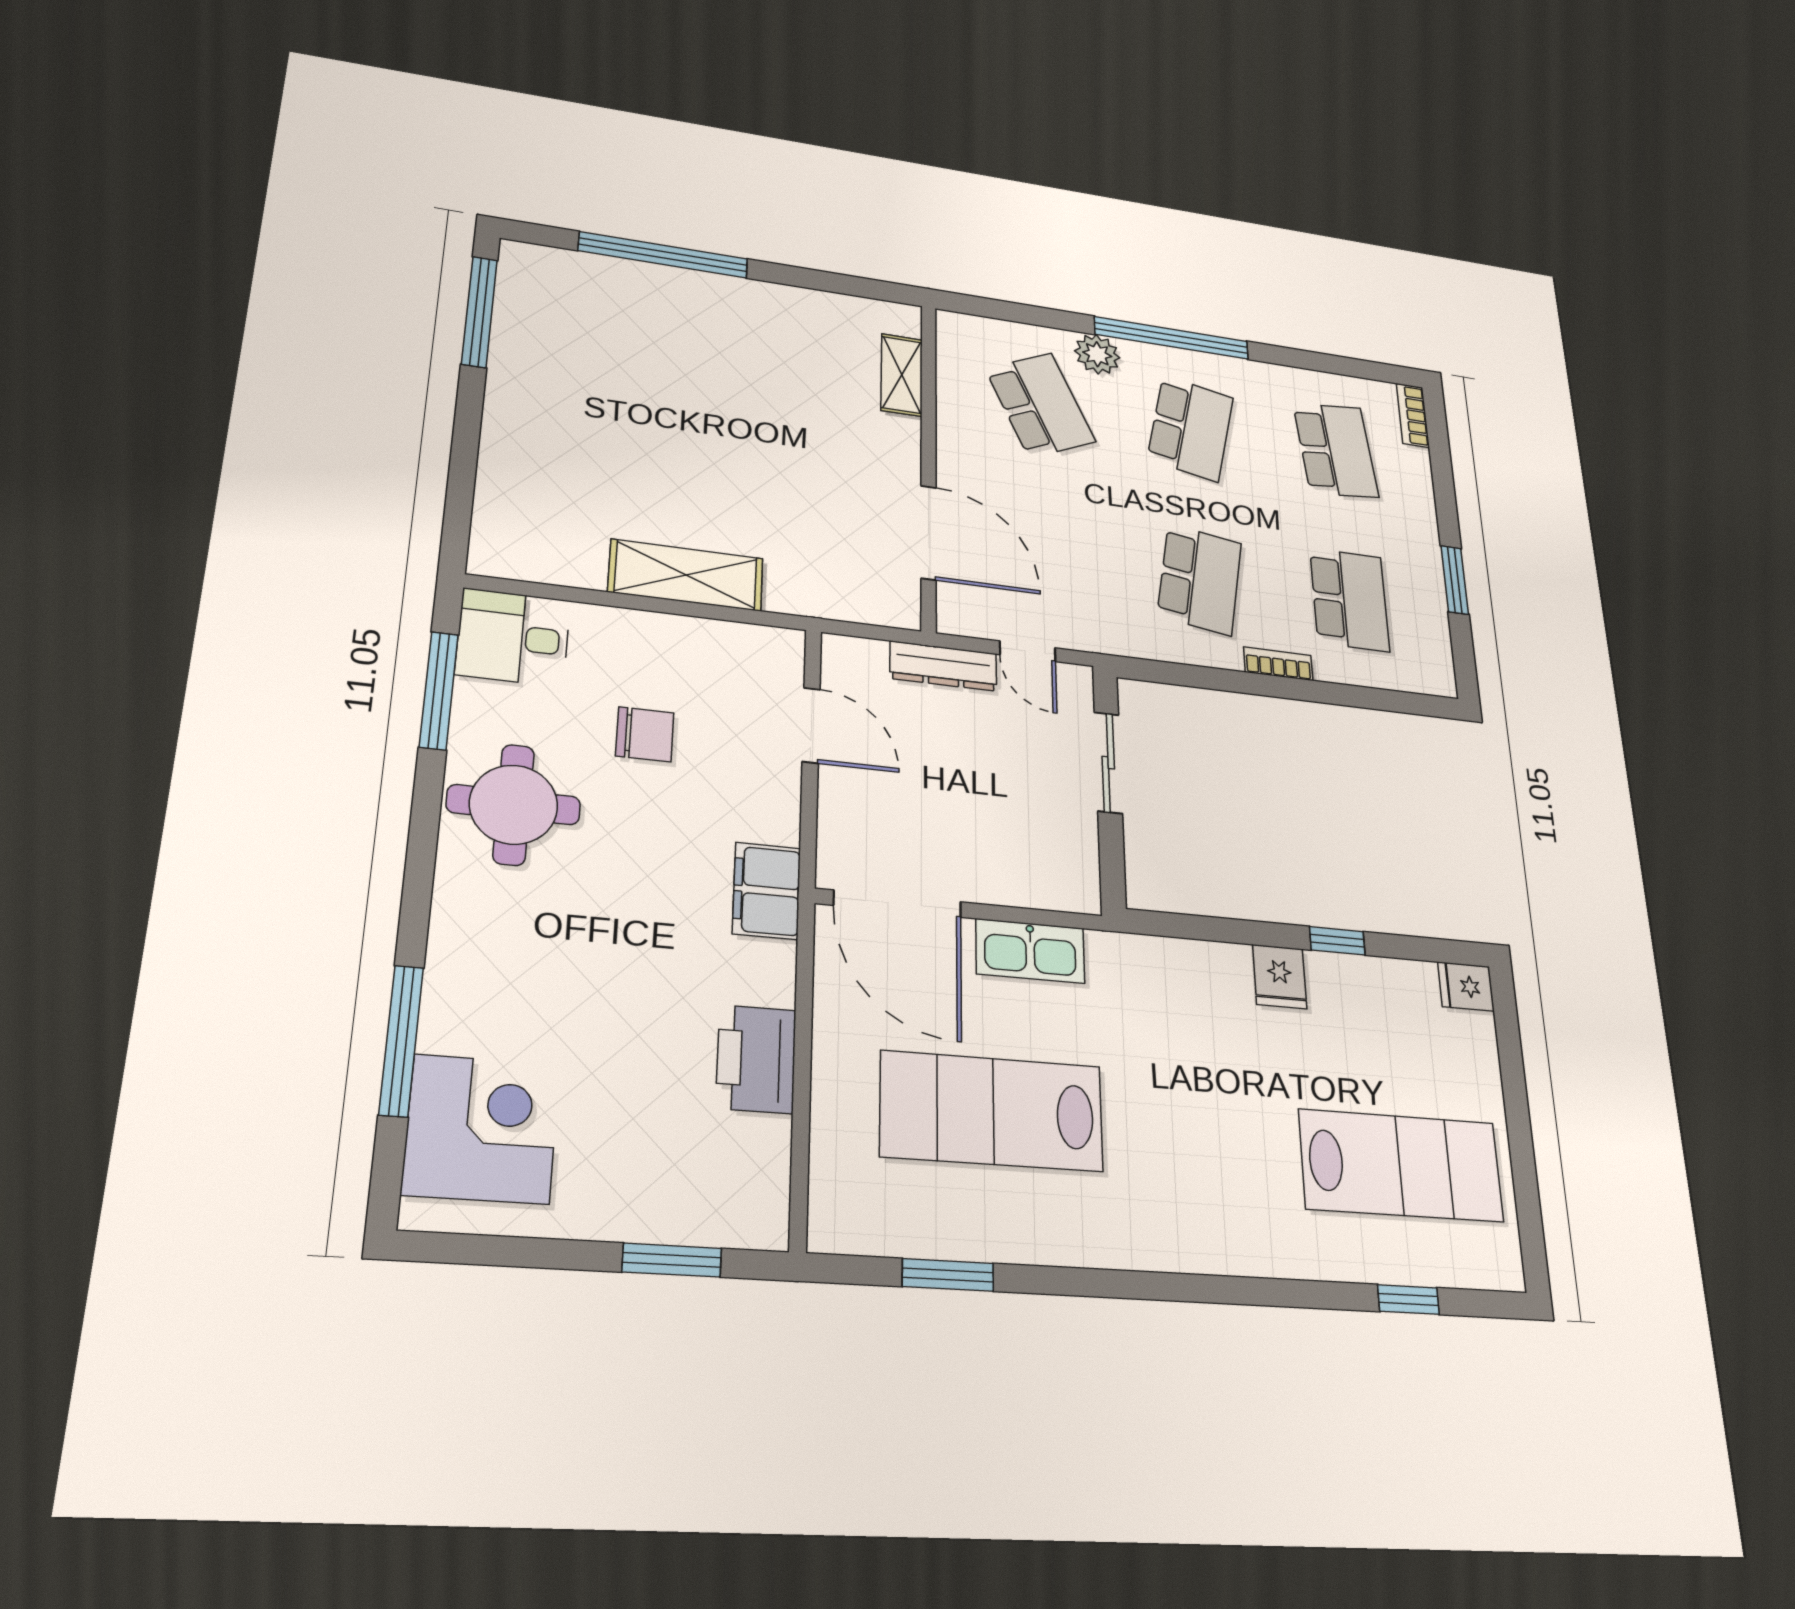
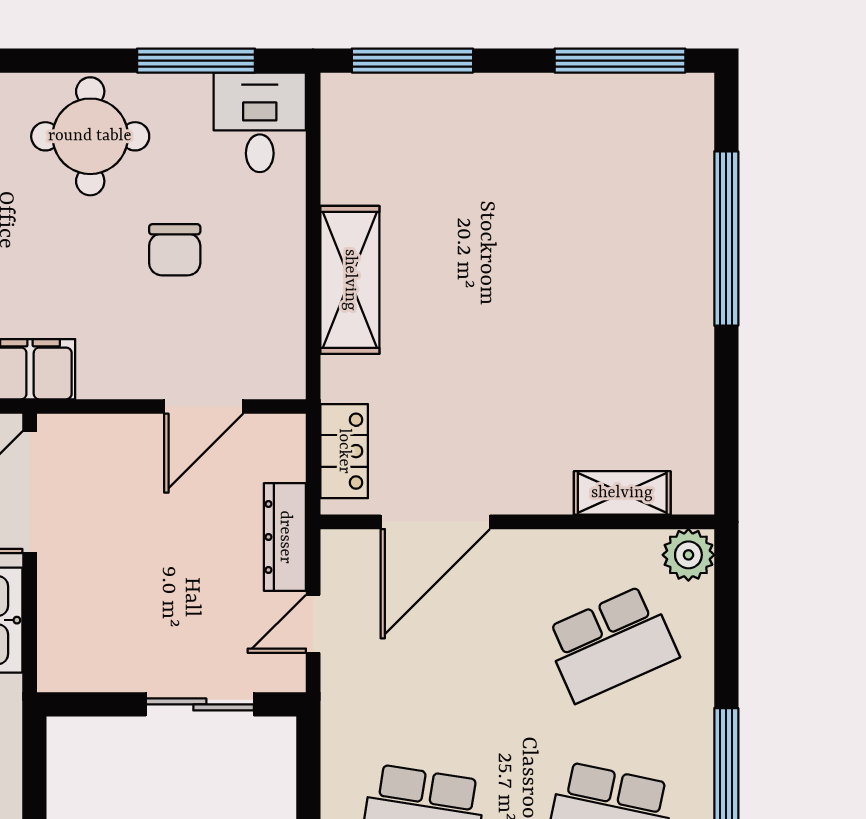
plant: (1097, 354) -> (688, 555), moved
window: (460, 489) -> (412, 61), added
locker: (859, 602) -> (344, 451), added

